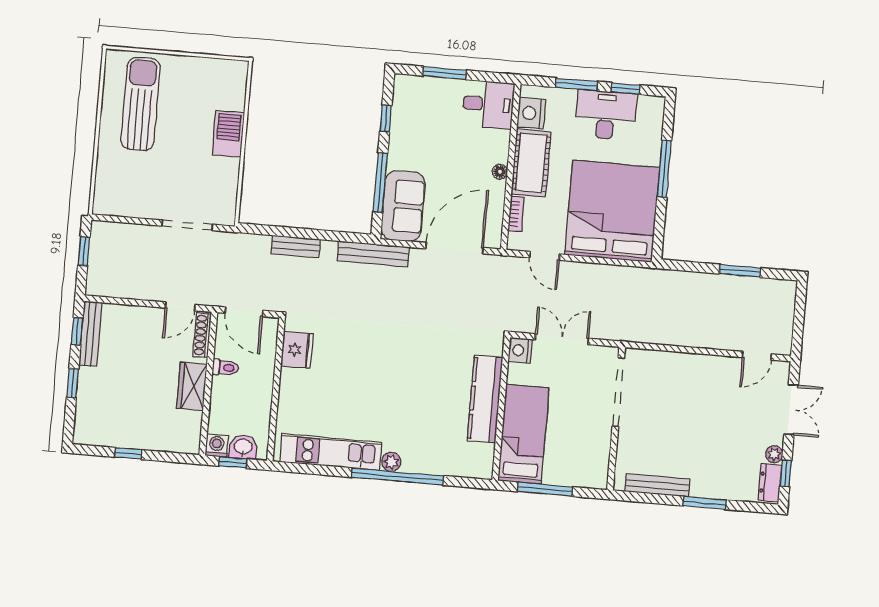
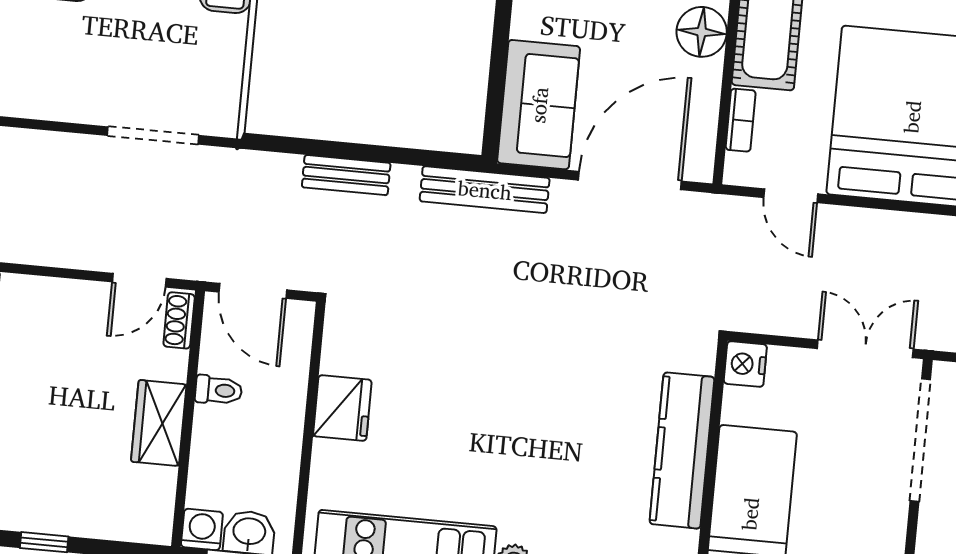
floor lamp: (500, 172) -> (702, 32), width x1.89, depth x1.89
window: (380, 183) -> (498, 62), removed
shoe rack: (202, 335) -> (179, 320), width x0.70
double door: (562, 339) -> (865, 349), moved
fridge: (297, 350) -> (342, 408), moved

